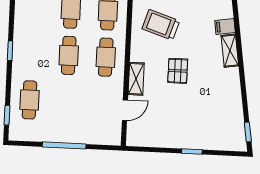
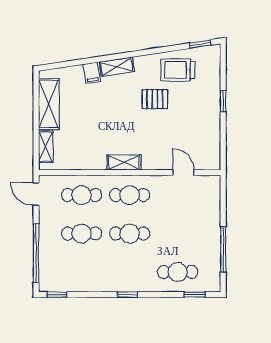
trolley: (161, 25) -> (178, 70), moved, turned 72
pallet: (178, 71) -> (155, 99), moved
shelving: (136, 79) -> (124, 162), moved
window: (64, 145) -> (223, 249), moved

